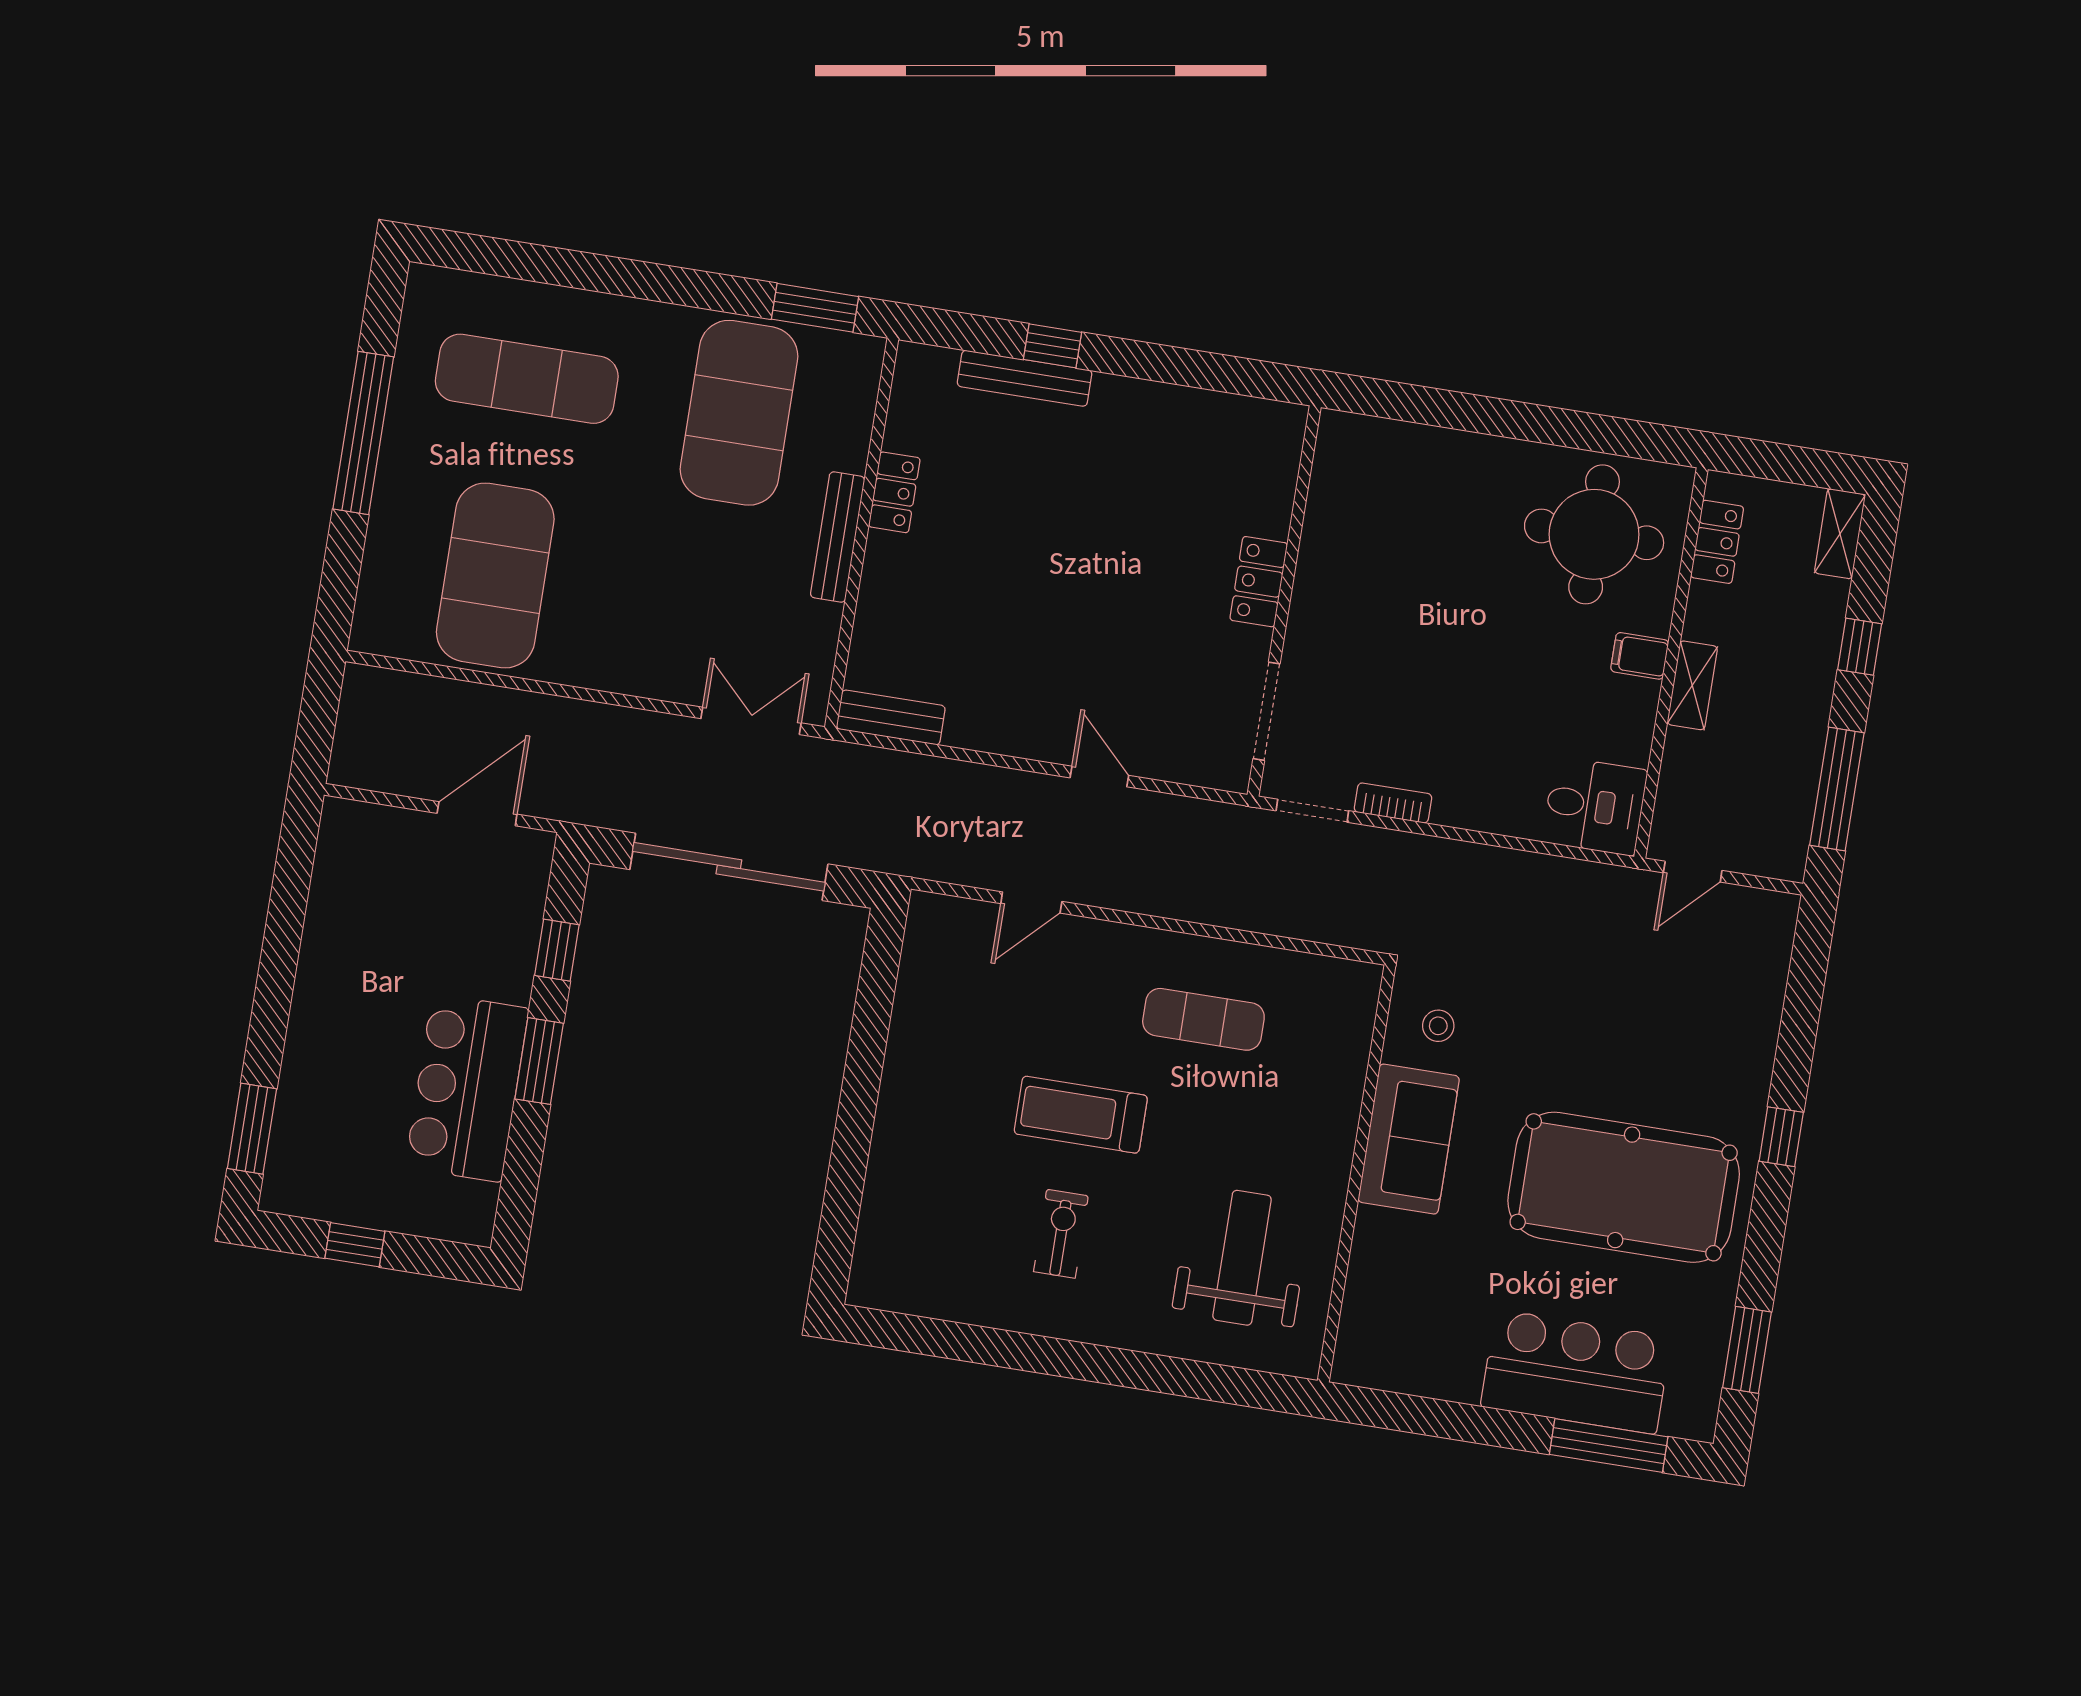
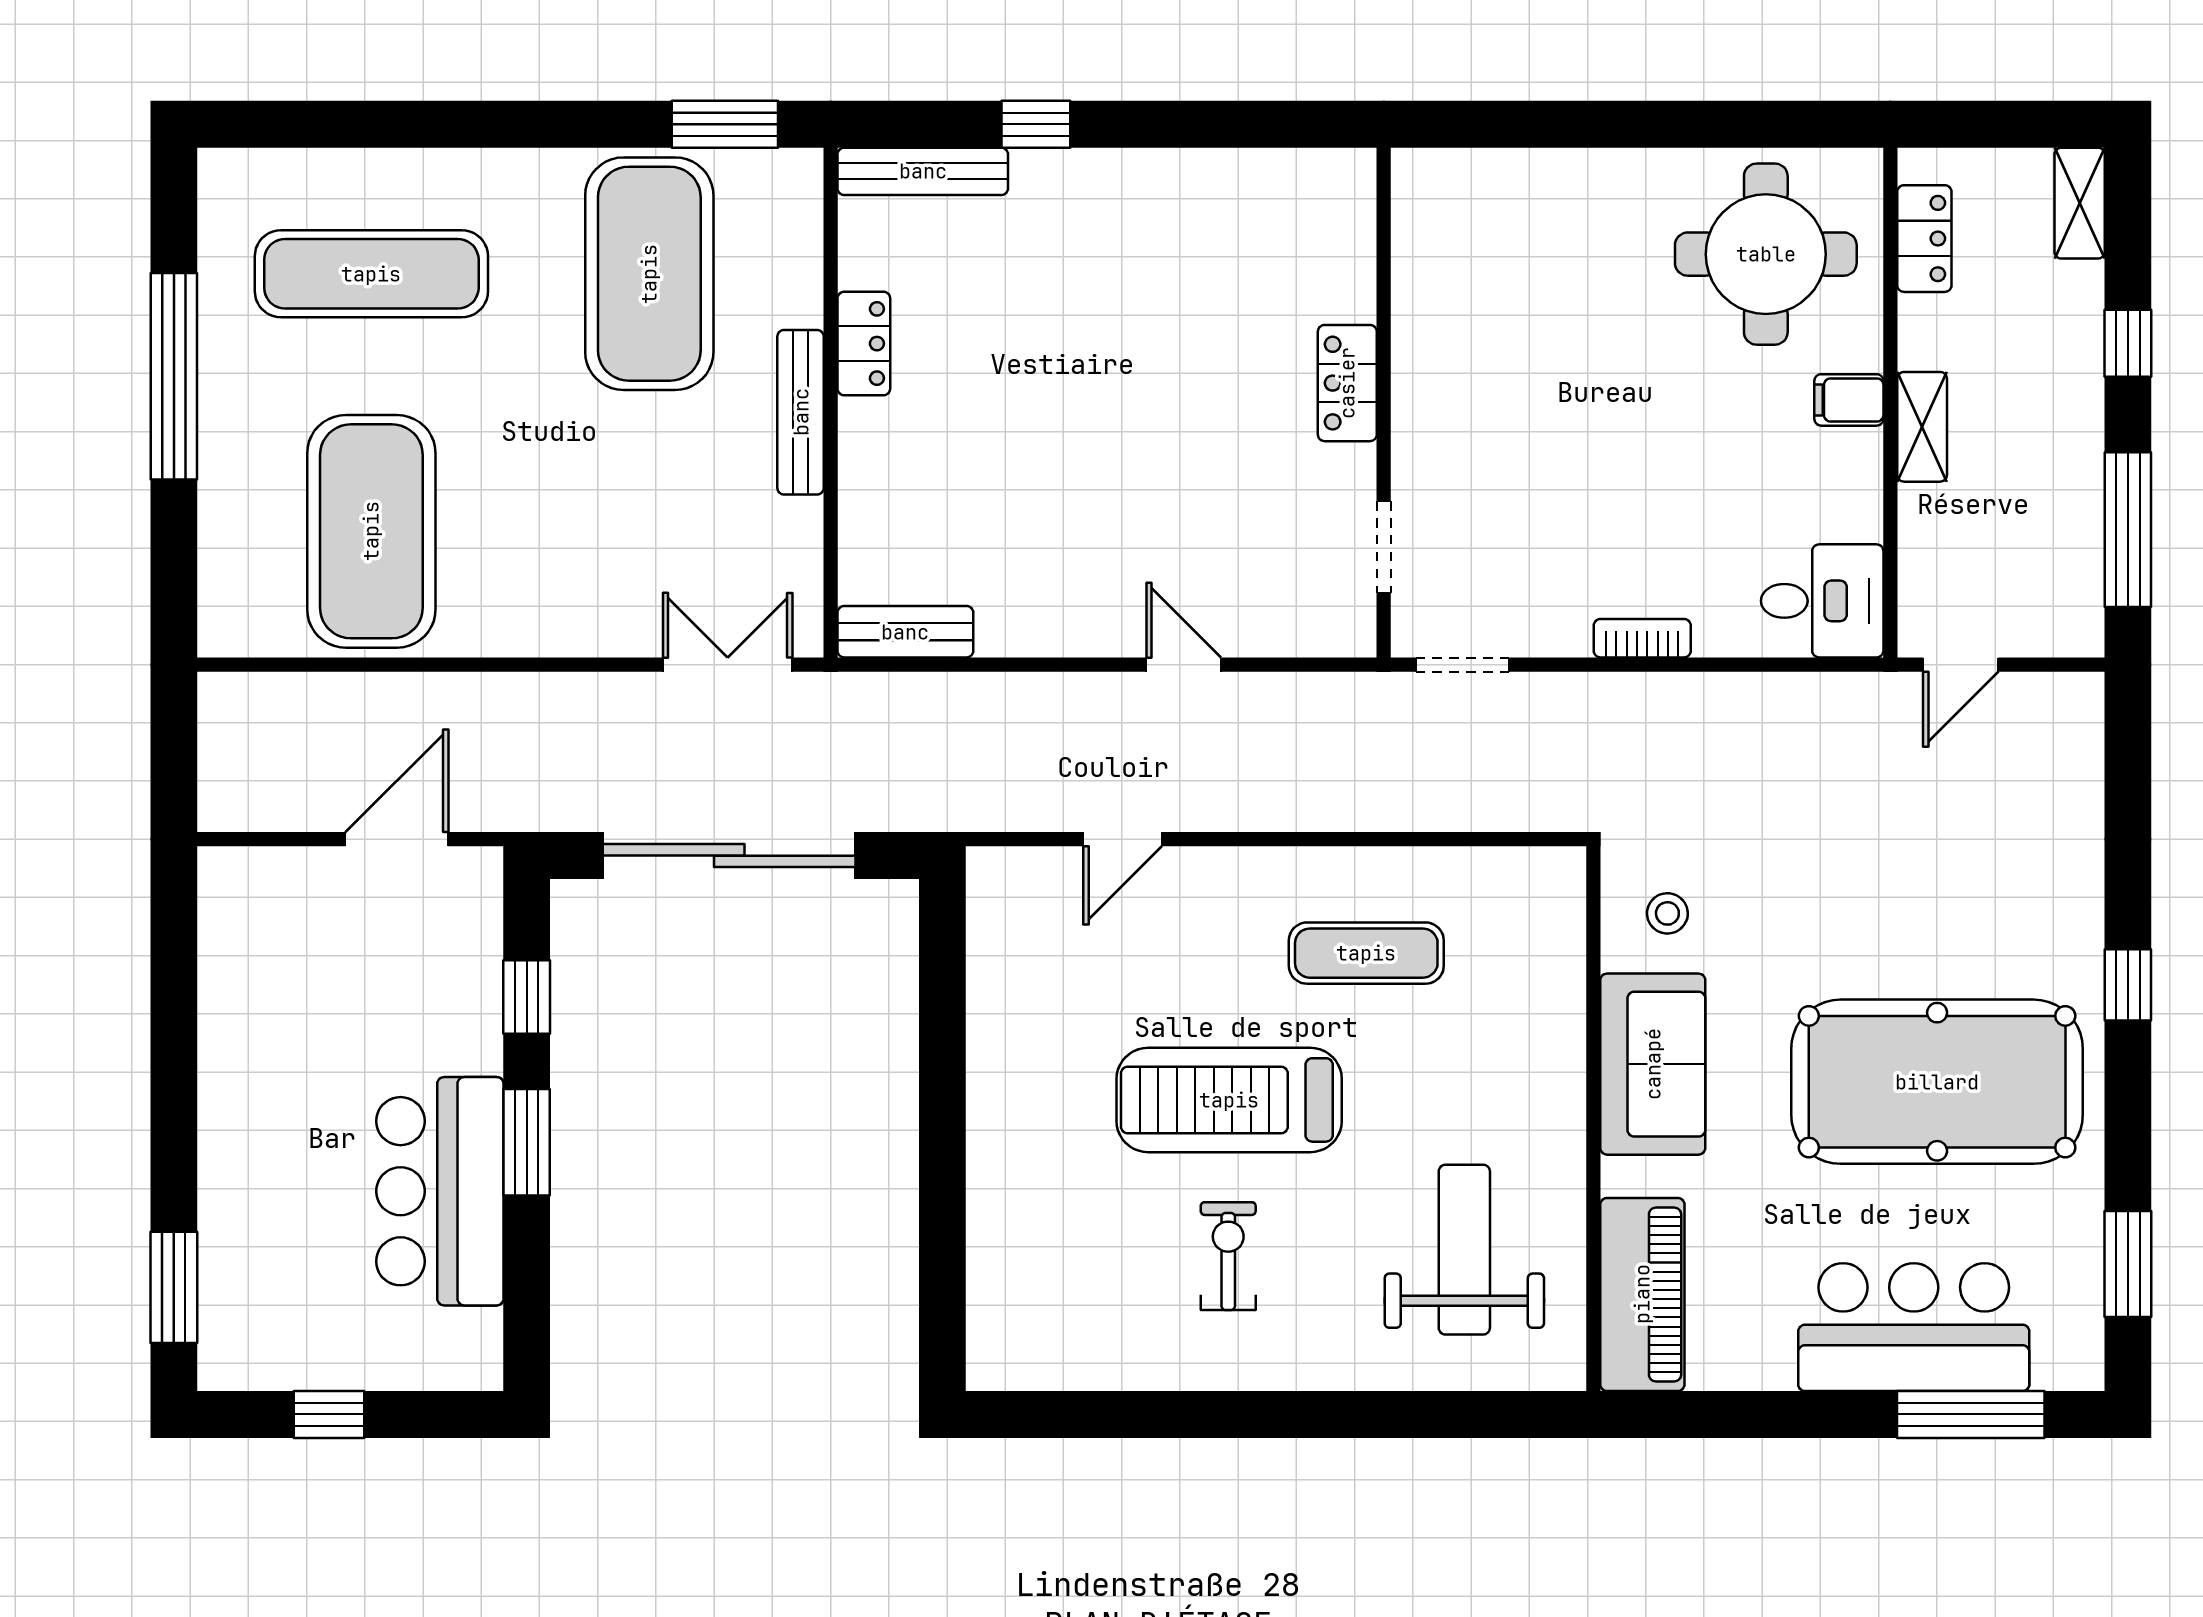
bench: (1025, 378) -> (923, 171), moved
doorway: (1266, 711) -> (1384, 547), width x0.73
bookcase: (1393, 803) -> (1642, 638), moved
treadmill: (1081, 1115) -> (1229, 1100), width x1.37, depth x1.38
piano: (1373, 1314) -> (1642, 1294), added

